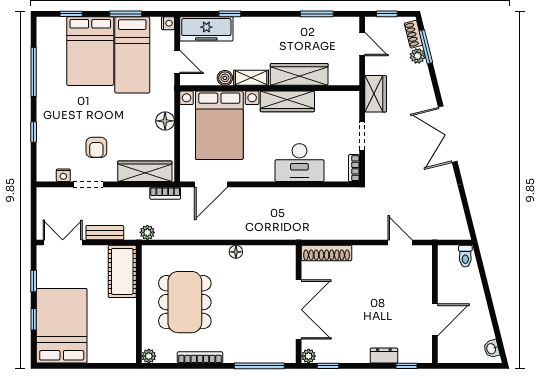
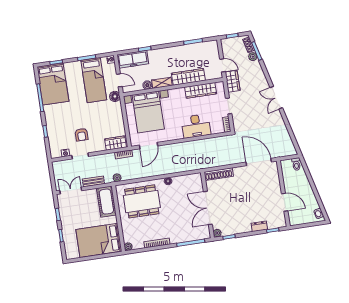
door: (362, 44) -> (223, 65), moved
bed: (90, 51) -> (53, 84), moved
wardrobe: (287, 101) -> (201, 90), moved
floor lamp: (165, 121) -> (115, 96), moved
double door: (448, 134) -> (276, 98), width x0.73
wardrobe: (145, 171) -> (115, 143), width x0.67
door: (400, 242) -> (259, 162), width x1.87
dining table: (185, 302) -> (142, 201), moved, turned 90
double door: (299, 310) -> (208, 208), swing flipped
door: (435, 320) -> (285, 202), hinge flipped
bed: (62, 326) -> (99, 240), moved, turned -90

